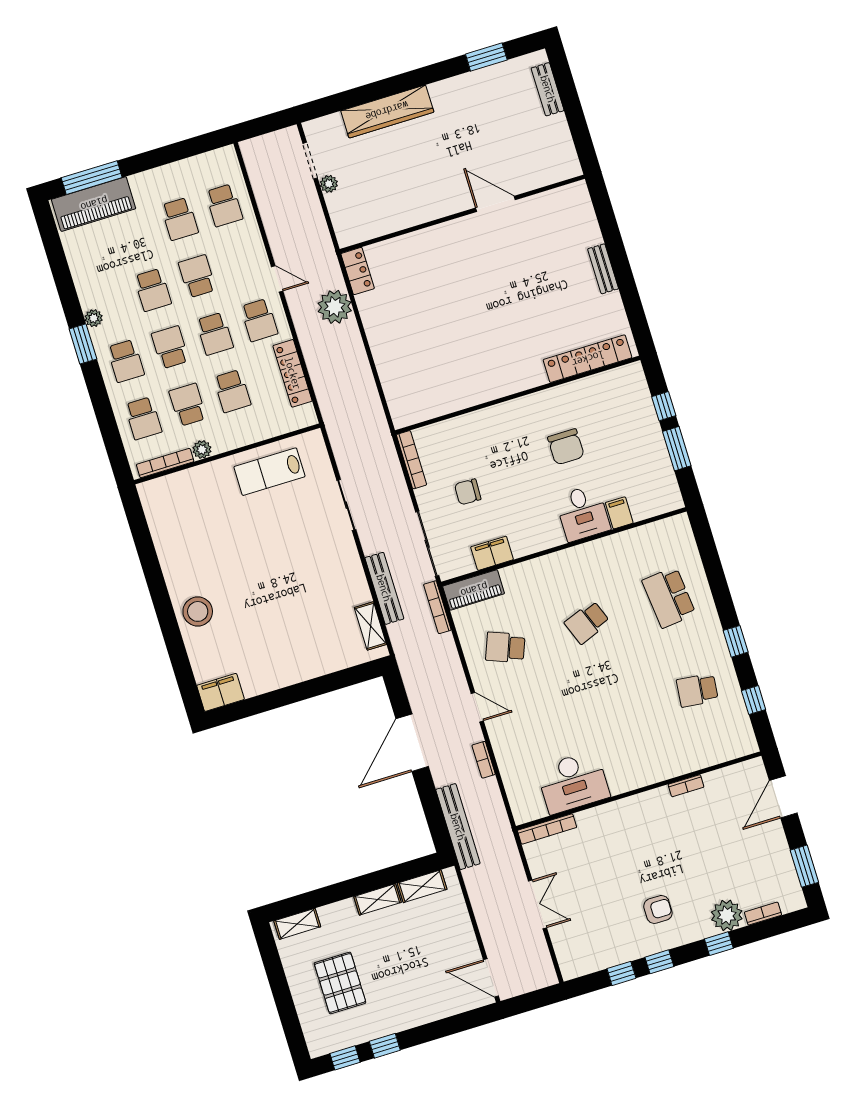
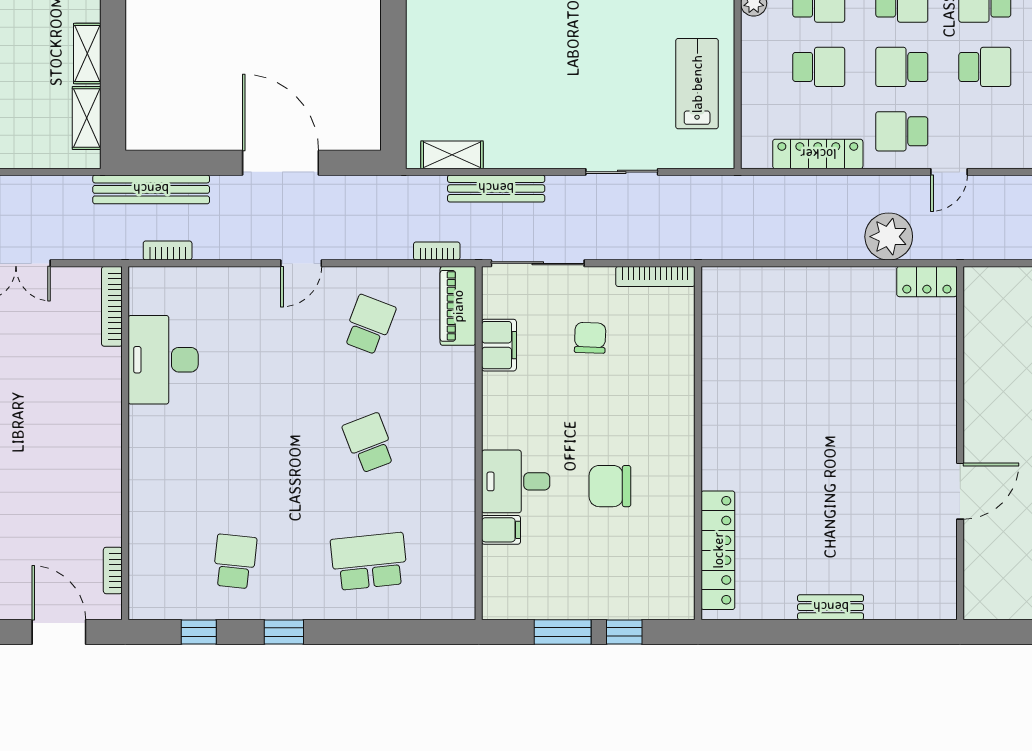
school desk: (232, 391) -> (819, 67), turned 180
bookcase: (437, 607) -> (437, 251), width x0.64
bookcase: (484, 760) -> (168, 251), moved
bookcase: (686, 786) -> (113, 570), moved

